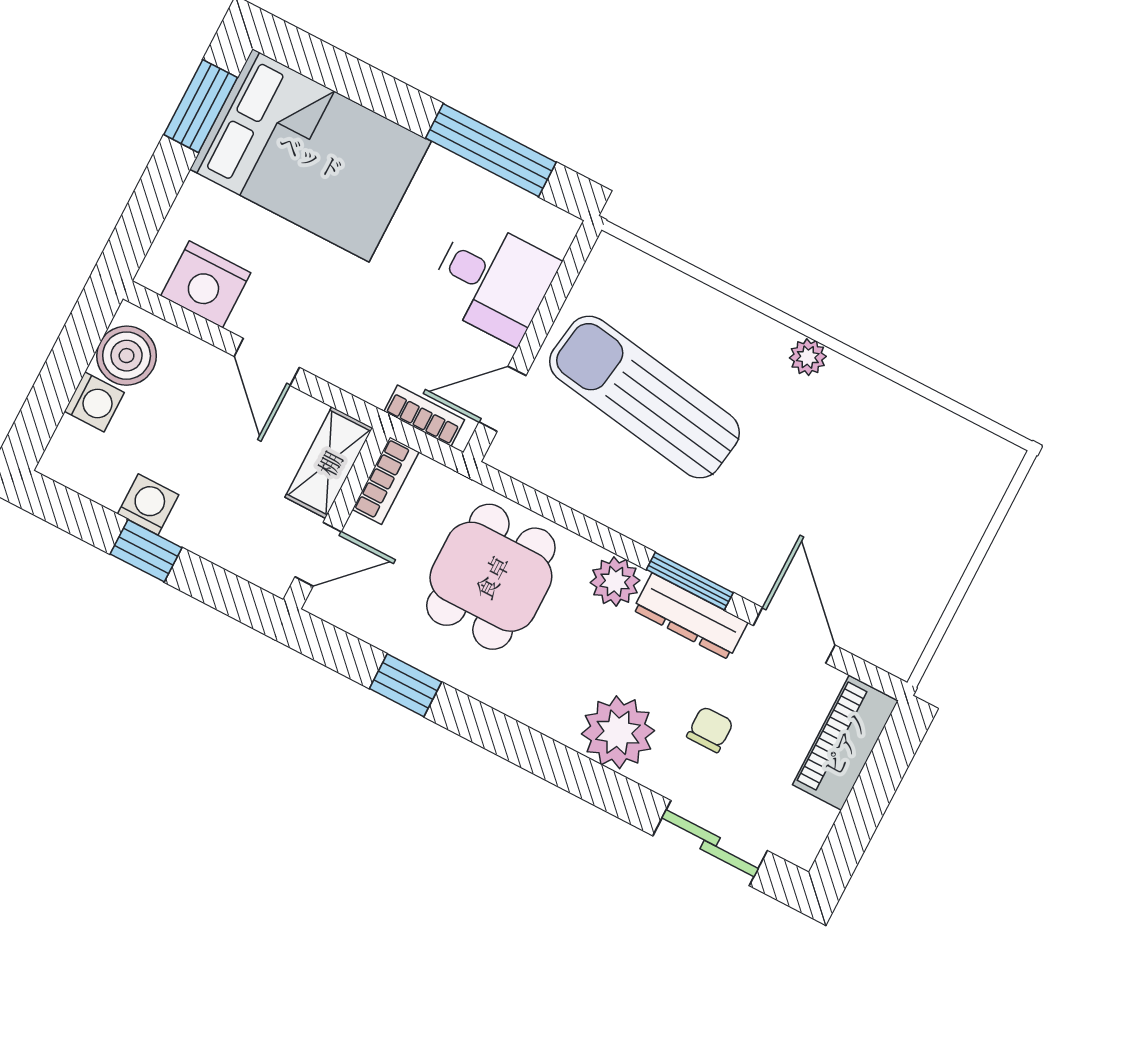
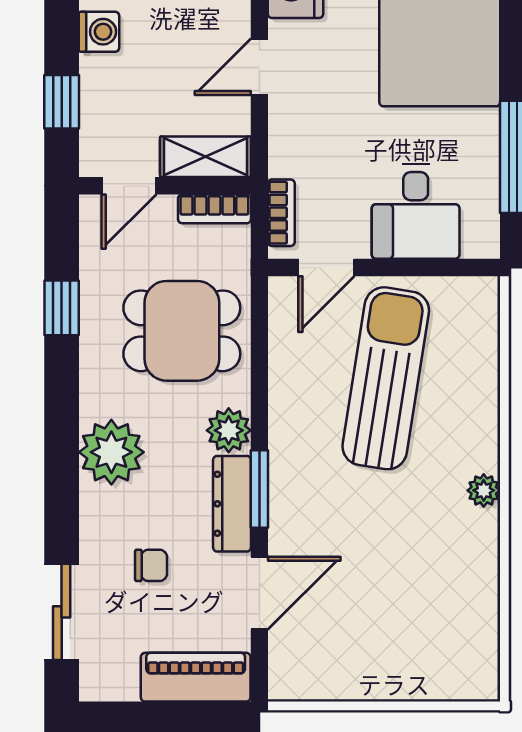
door: (503, 399) -> (326, 267), swing flipped
window: (146, 551) -> (62, 102), moved
door: (318, 554) -> (129, 186), hinge flipped
plant: (618, 732) -> (111, 452), moved

